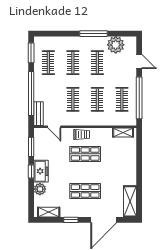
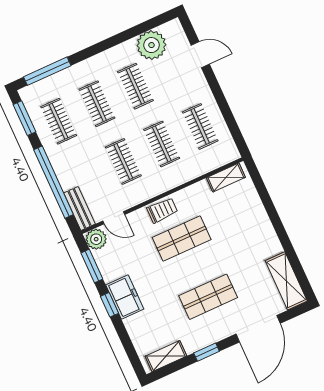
window: (94, 34) -> (47, 71), moved
window: (139, 98) -> (226, 112), removed
plant: (40, 189) -> (96, 239), moved

